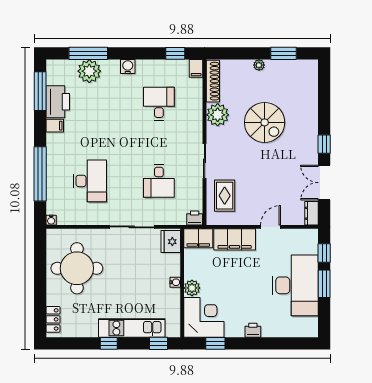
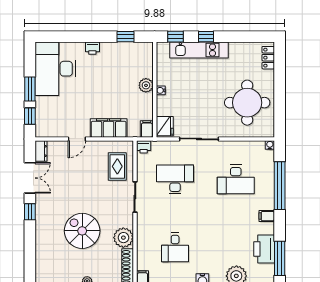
filing cabinet: (55, 126) -> (267, 216), moved
desk: (90, 181) -> (236, 179), turned -90
desk: (159, 181) -> (175, 179), width x1.37
filing cabinet: (198, 238) -> (147, 129), width x0.50
desk: (295, 285) -> (55, 69), moved
corner desk: (204, 317) -> (135, 59), removed
window: (109, 343) -> (206, 37), moved

